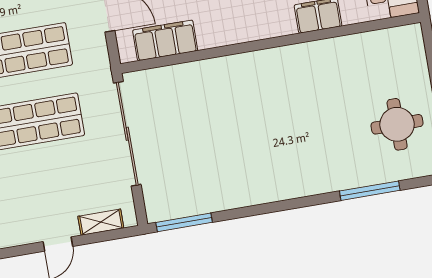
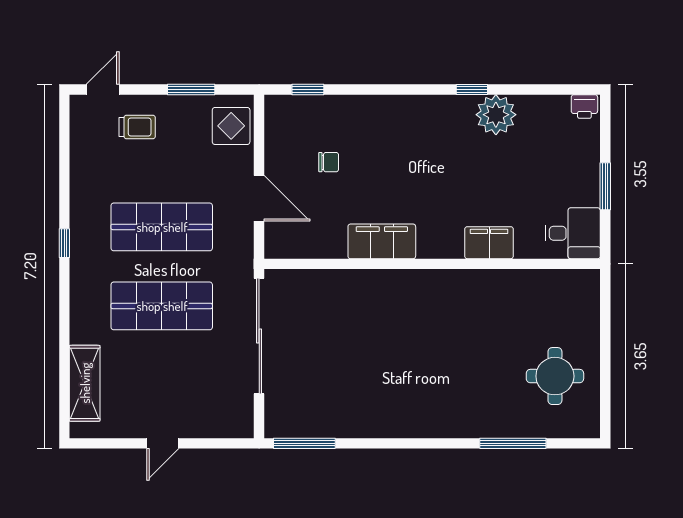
filing cabinet: (165, 40) -> (382, 241), moved
shelving: (101, 222) -> (214, 428), removed

